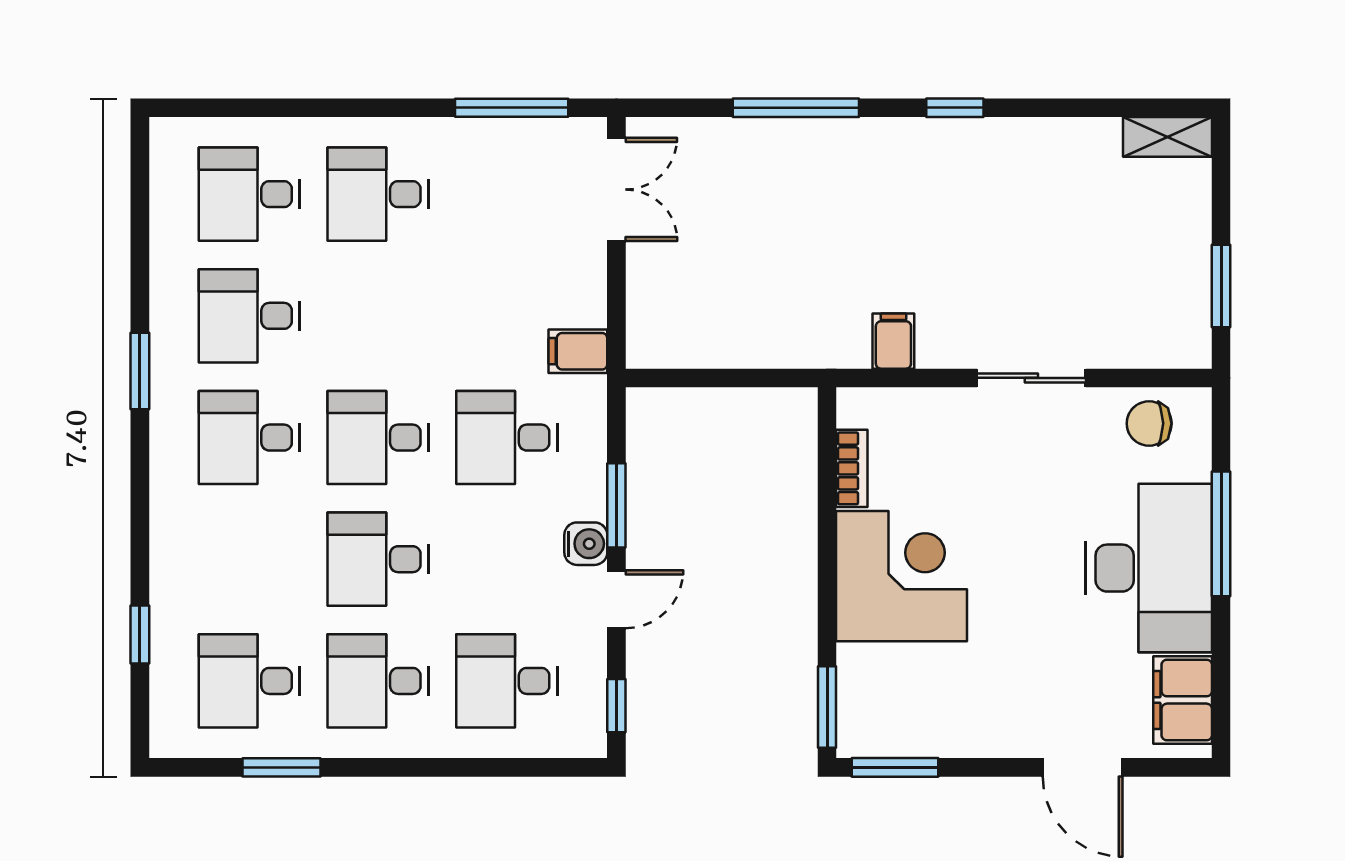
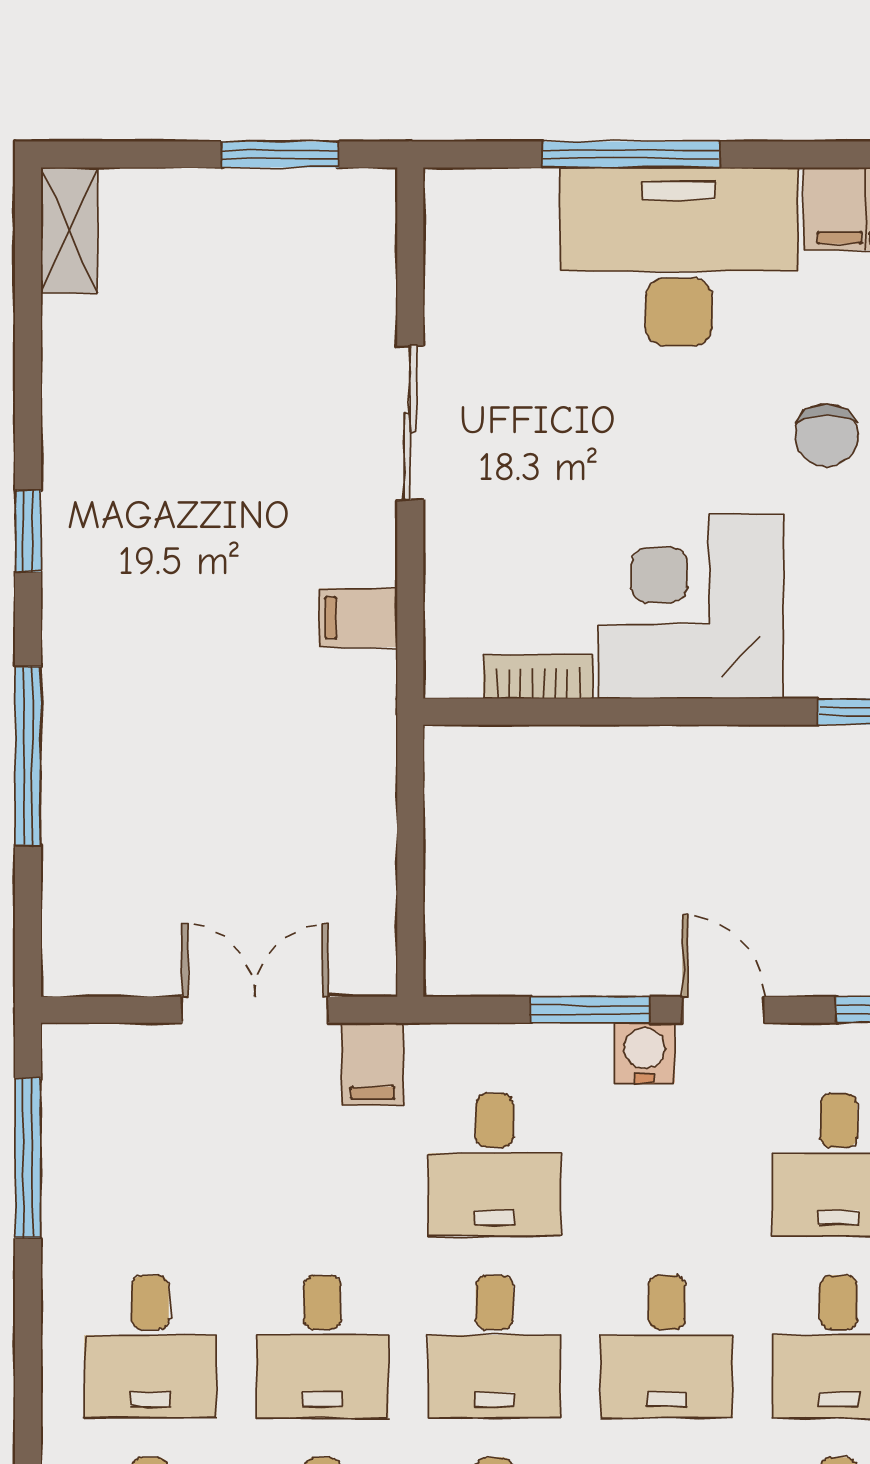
double door: (616, 189) -> (255, 1010), moved
desk: (378, 316) -> (322, 1347), added
chair: (1149, 423) -> (826, 435), moved

